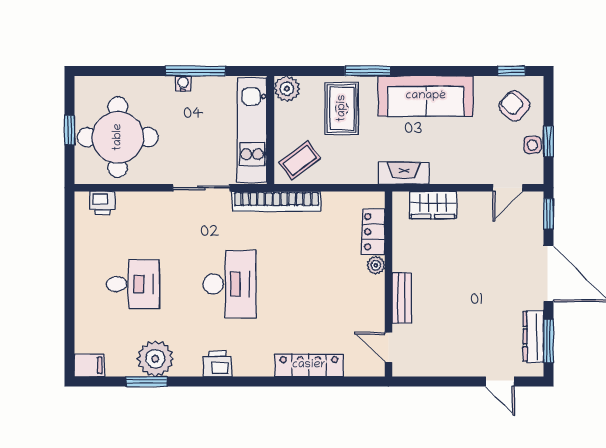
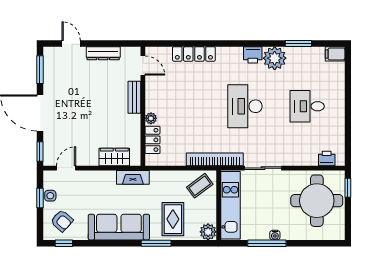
window: (69, 130) -> (348, 188), moved
dresser: (533, 336) -> (103, 53), moved, turned 90
plant: (155, 359) -> (275, 58), moved

